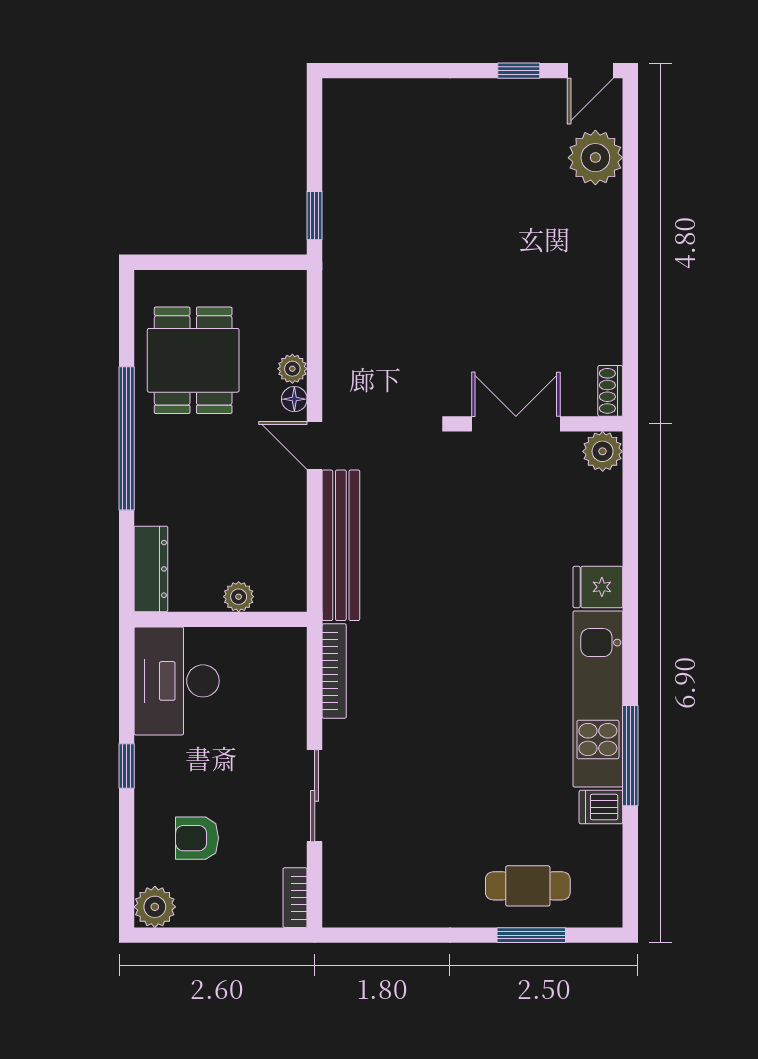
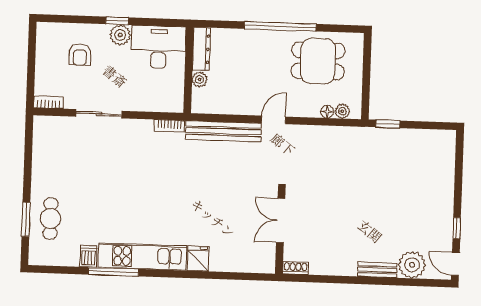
bench: (608, 227) -> (377, 270), added
plant: (292, 369) -> (342, 111), moved
floor lamp: (294, 399) -> (327, 112), moved
double door: (516, 424) -> (281, 221), swing flipped
plant: (603, 451) -> (266, 263), removed
dresser: (151, 569) -> (201, 49), moved, turned -90
bookcase: (334, 671) -> (169, 126), width x0.64
armchair: (197, 838) -> (80, 55), turned 180
plant: (155, 907) -> (120, 35), moved

